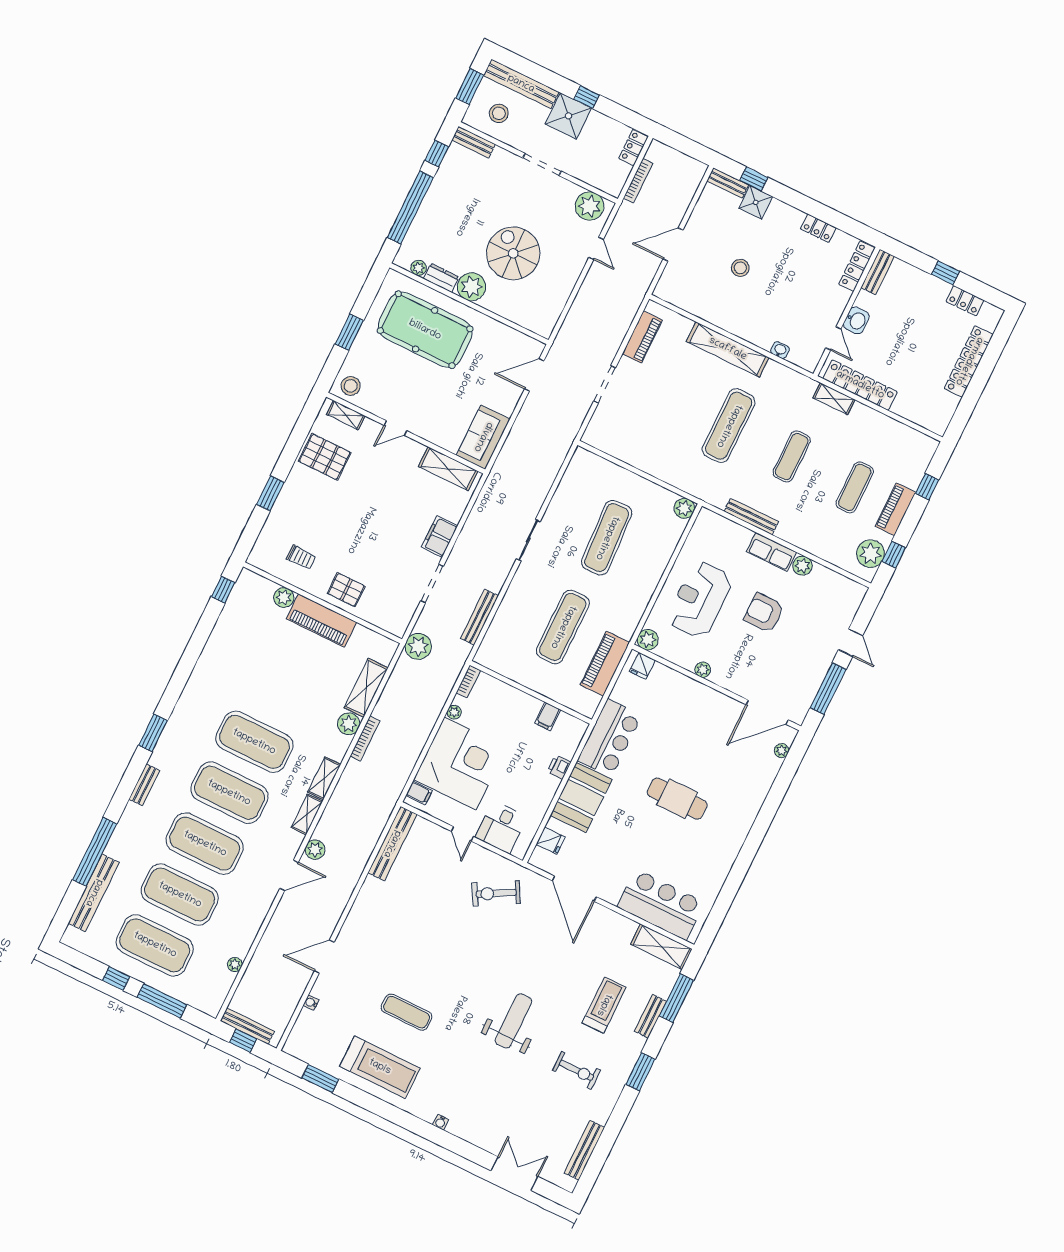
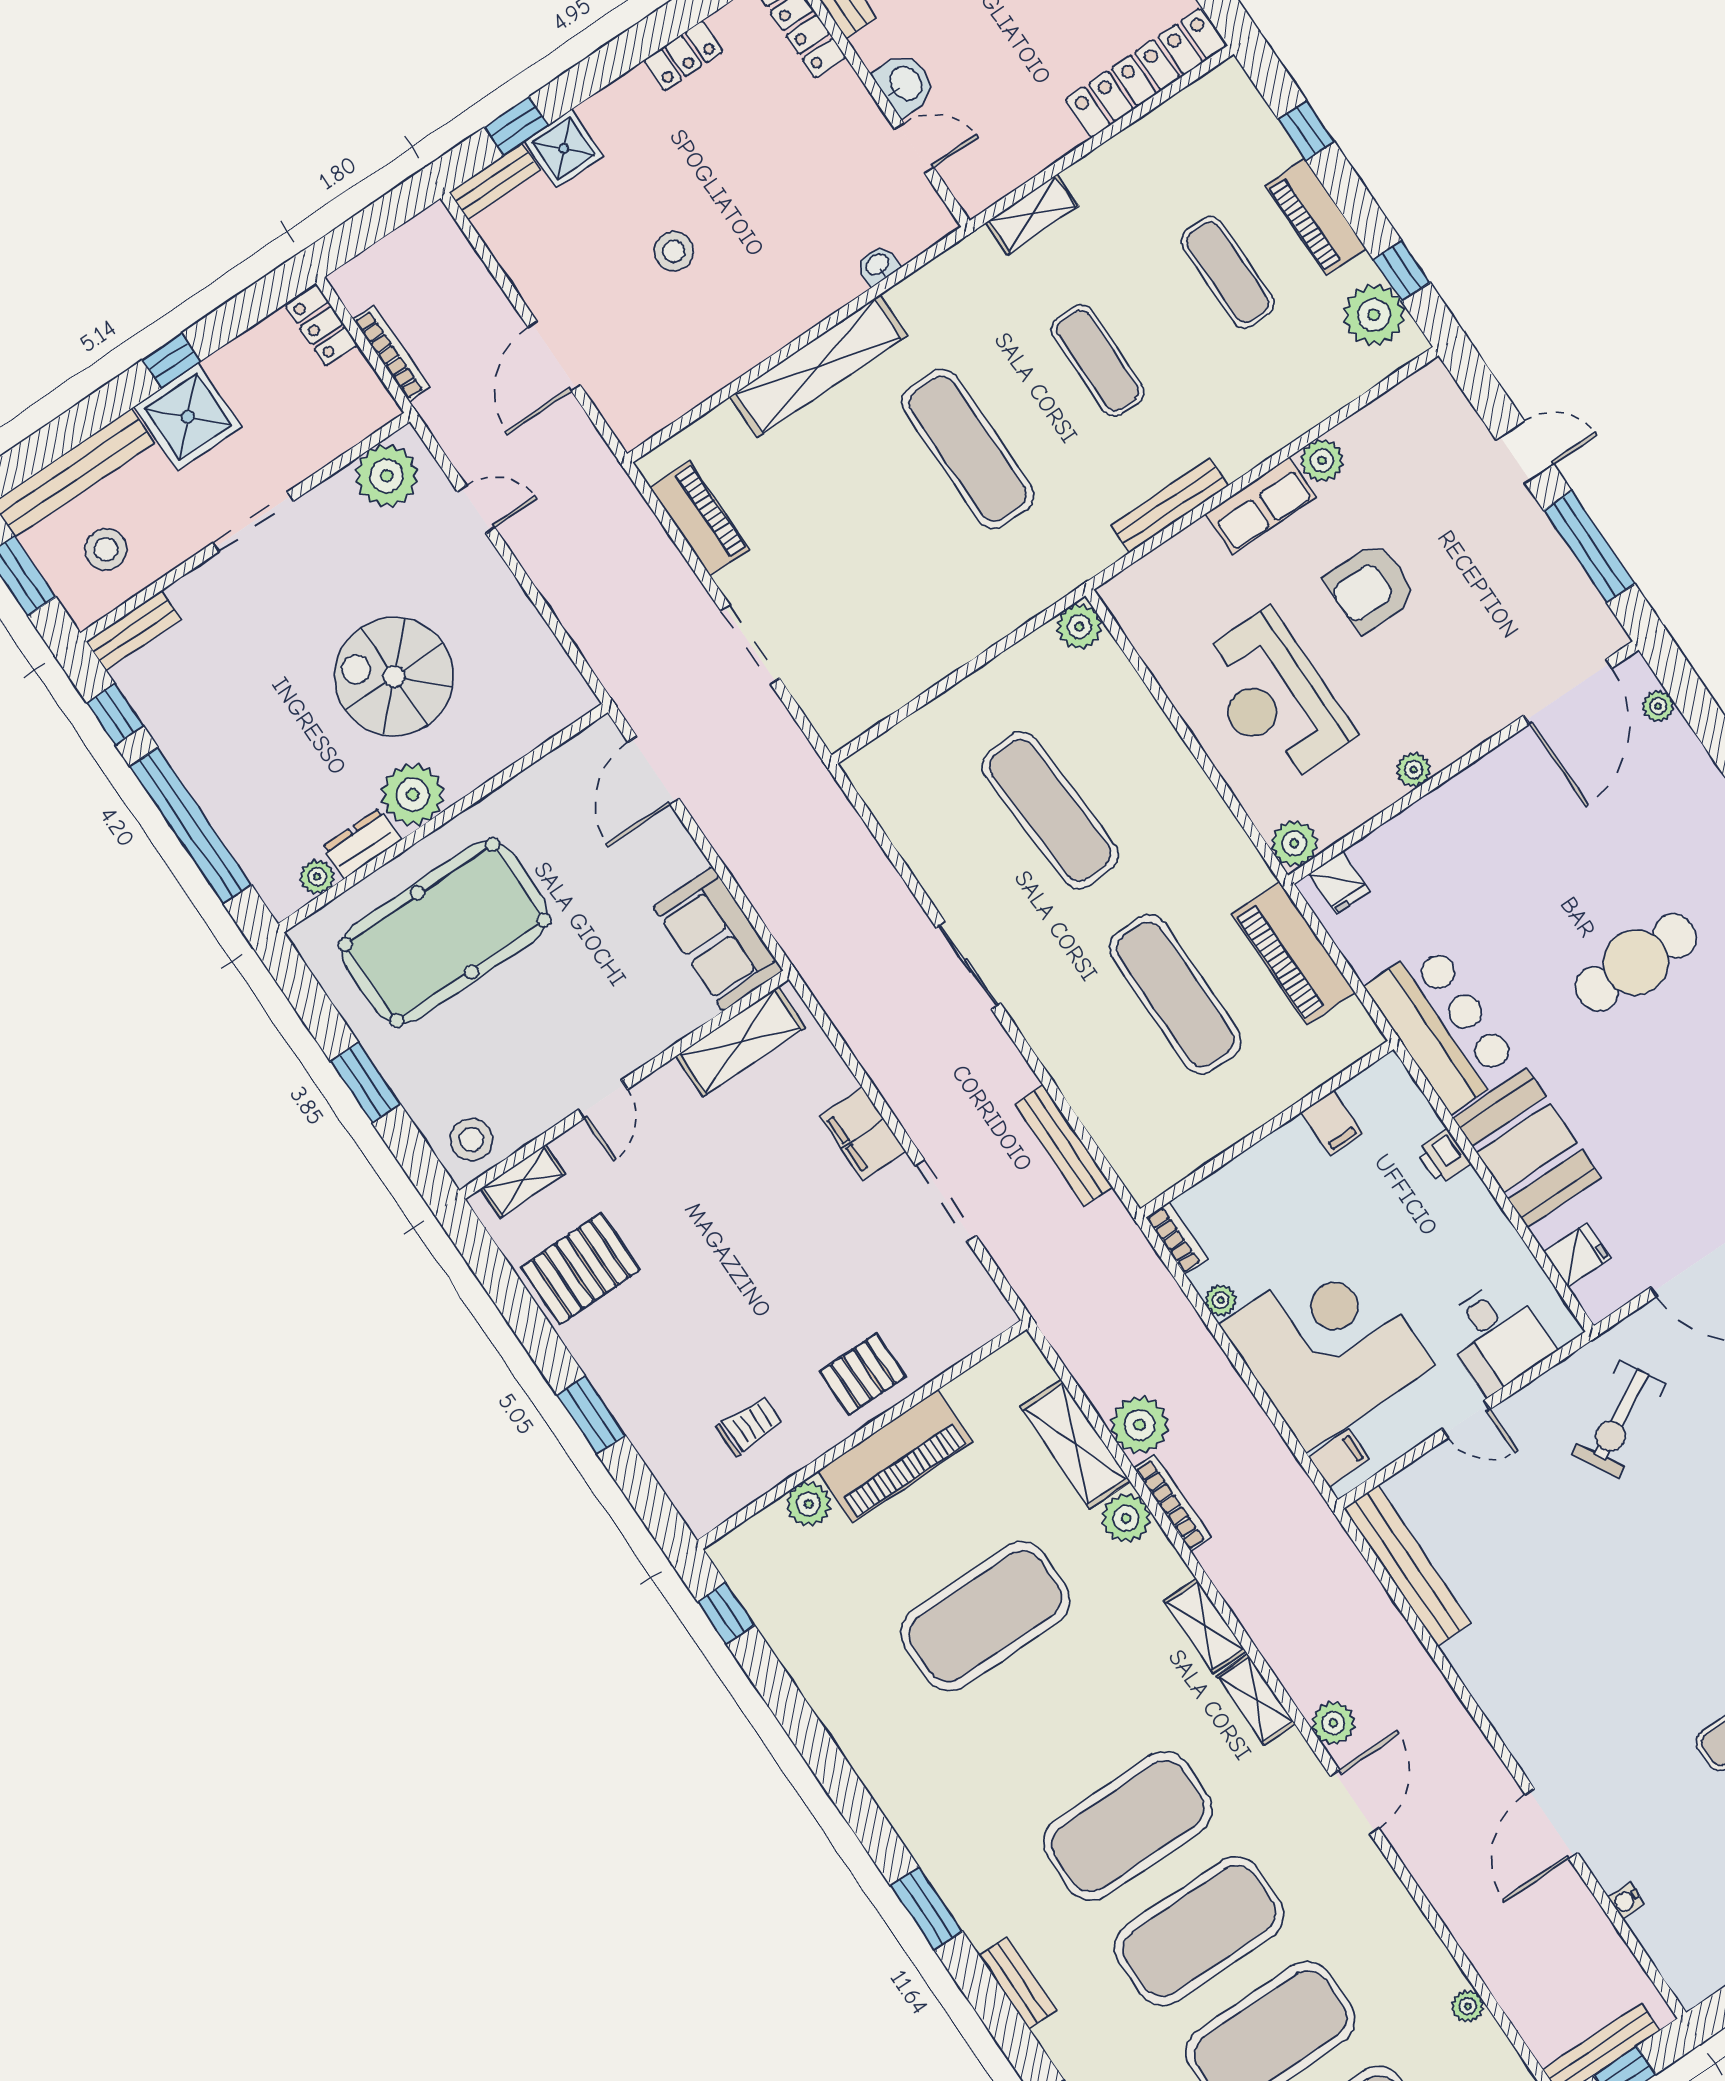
locker: (860, 385) -> (1146, 73), moved
plant: (418, 646) -> (1140, 1425), moved
exercise mat: (254, 742) -> (985, 1616), moved

